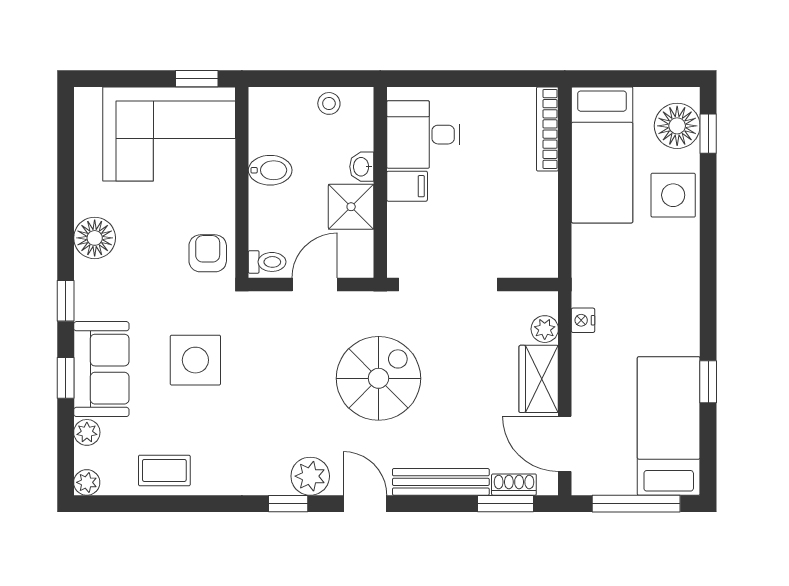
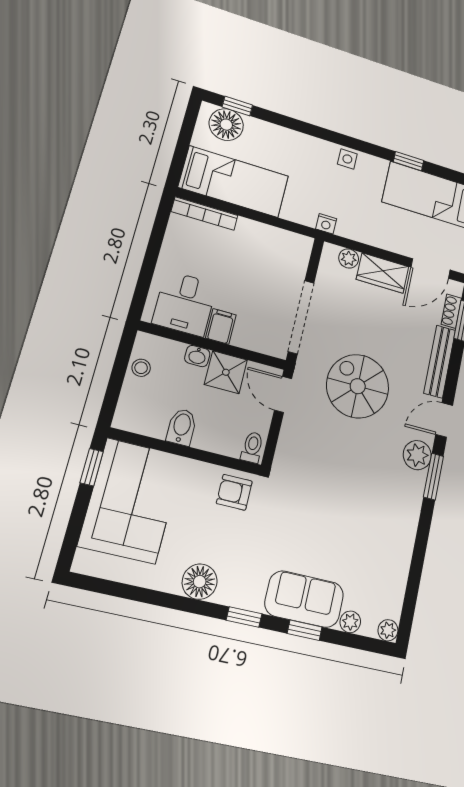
side table: (673, 195) -> (347, 159), moved, width x0.54, depth x0.54
door: (315, 284) -> (283, 394), moved
nightstand: (583, 320) -> (326, 224), moved
side table: (195, 360) -> (314, 522), removed
coffee table: (164, 470) -> (391, 566), removed
window: (288, 504) -> (433, 477), width x1.50

